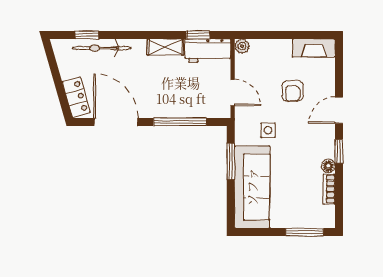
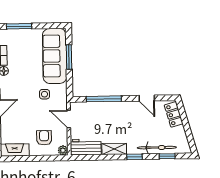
window: (198, 35) -> (135, 157), moved
armchair: (293, 91) -> (44, 138), moved
door: (116, 122) -> (147, 98), width x0.53
window: (231, 161) -> (69, 57), moved

